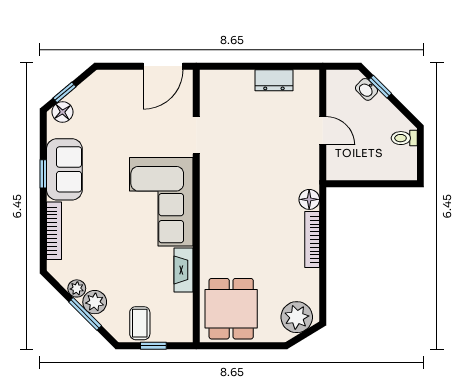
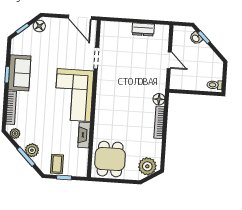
door: (163, 66) -> (80, 17), hinge flipped
floor lamp: (63, 112) -> (39, 26), moved
toilet: (404, 138) -> (215, 85), moved
plant: (77, 288) -> (15, 134), moved

